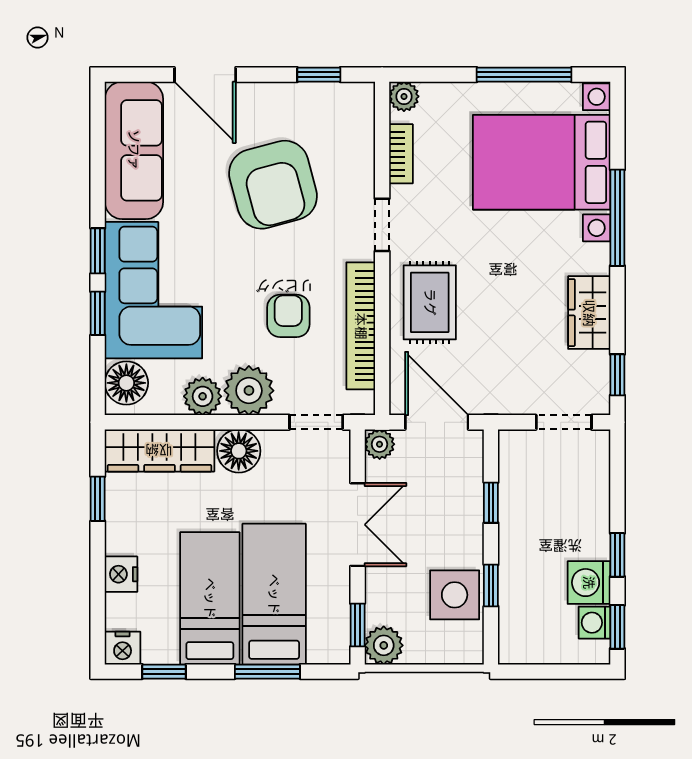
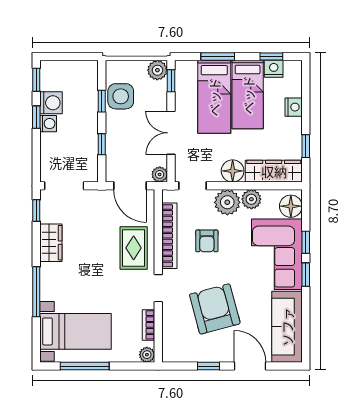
window: (319, 75) -> (208, 366), moved
bed with nightstands: (542, 162) -> (76, 331), width x0.73
doorway: (564, 422) -> (64, 186), width x1.38
washing machine: (594, 623) -> (48, 124), moved
nightstand: (123, 648) -> (274, 69), moved

